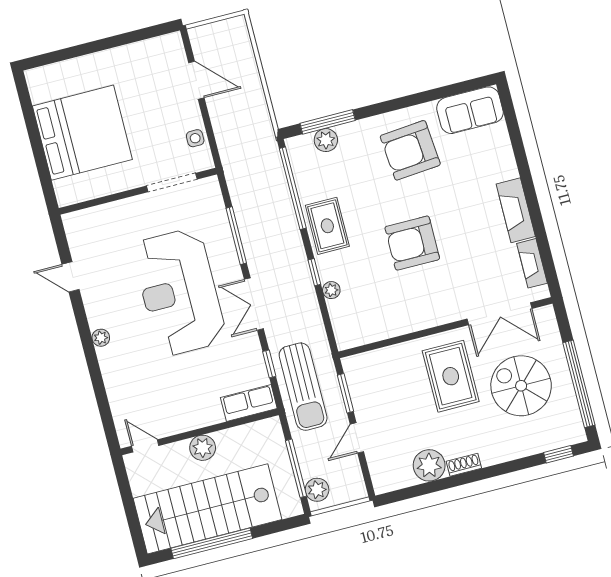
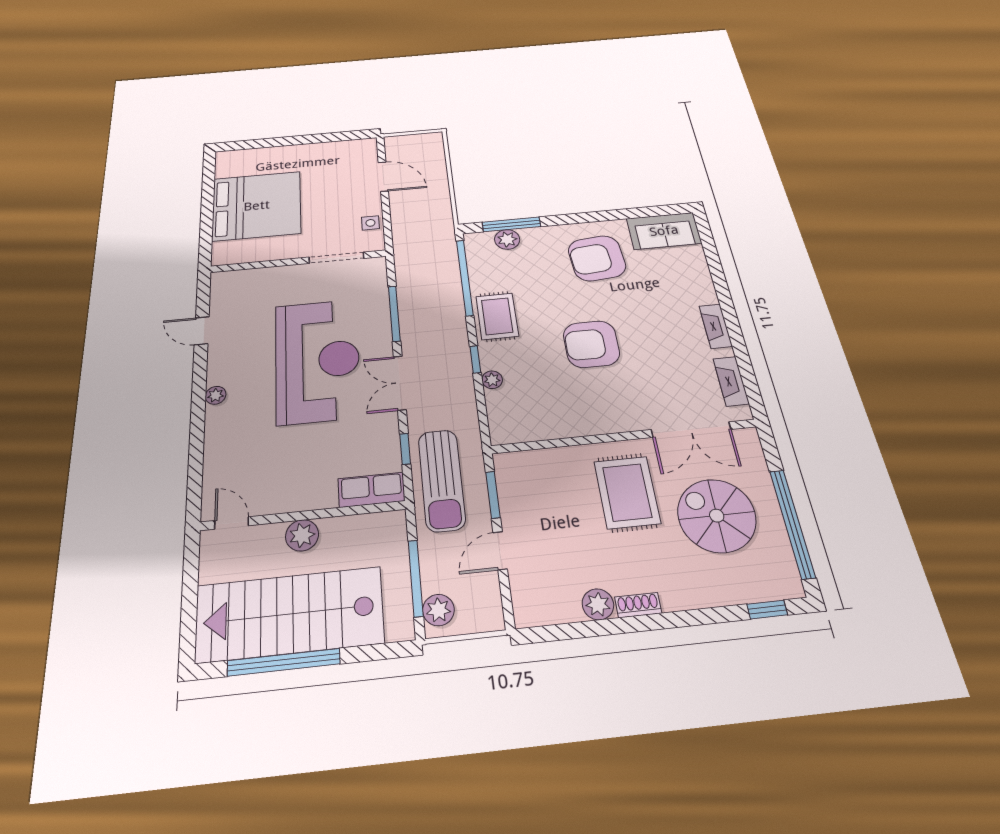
fireplace: (516, 210) -> (716, 326), width x0.73, depth x0.76
reception desk: (179, 292) -> (317, 360), turned 180
plant: (429, 465) -> (598, 604), width x0.73, depth x0.73

